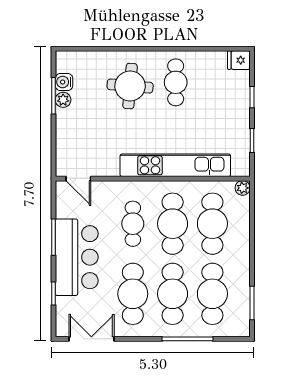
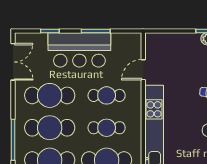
door: (78, 179) -> (143, 70), moved
cafe table: (173, 224) -> (107, 128), width x0.73, depth x0.74

